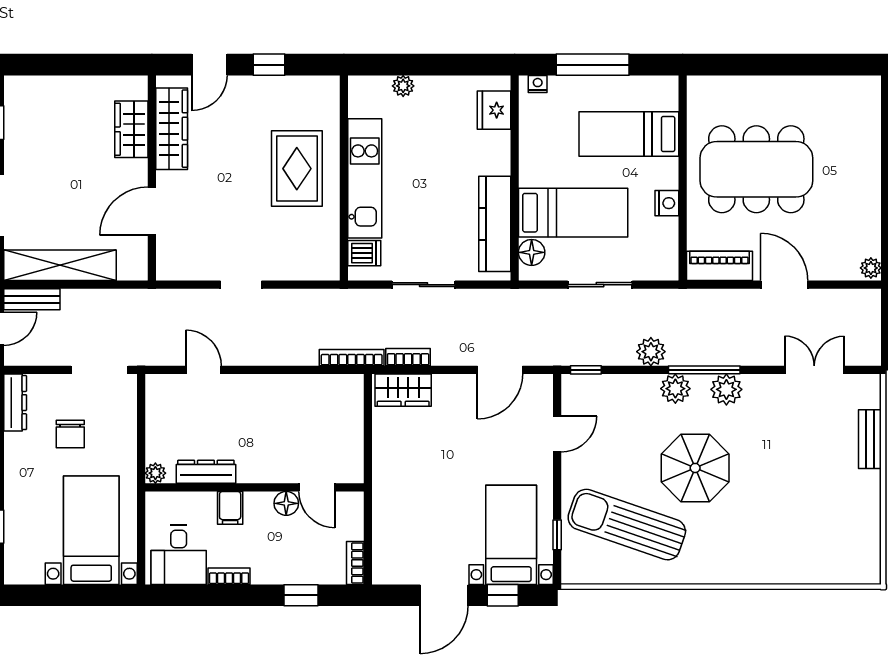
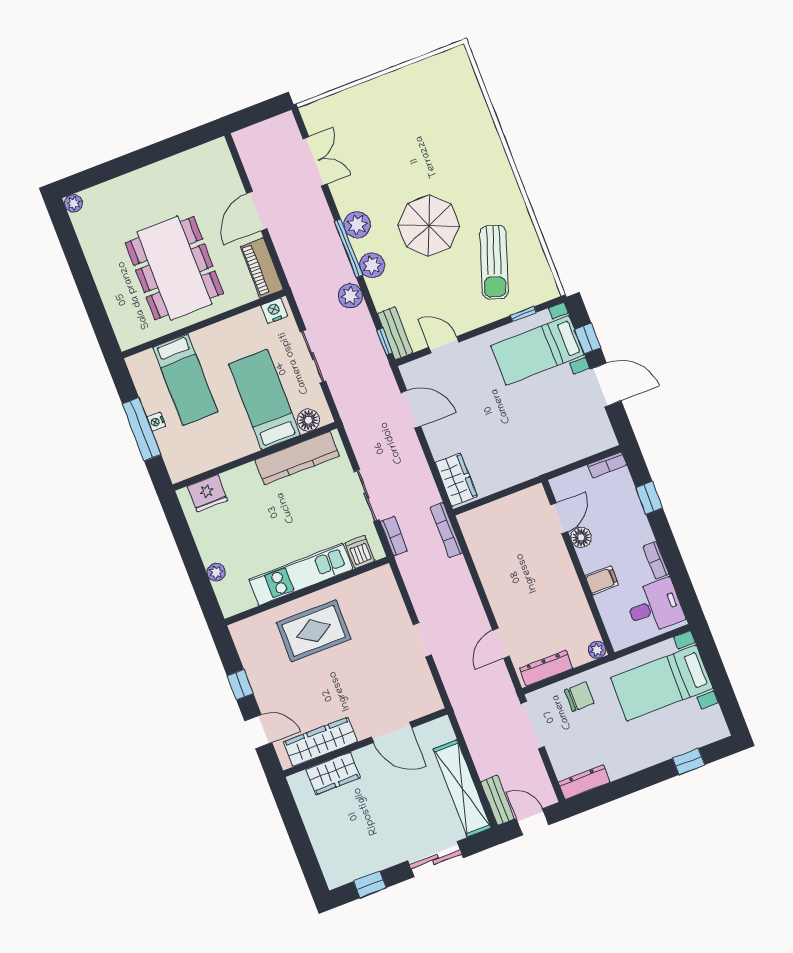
nightstand: (538, 84) -> (156, 422), moved
nightstand: (667, 203) -> (274, 311), moved
plant: (871, 268) -> (73, 203), moved
bookcase: (408, 357) -> (394, 536), moved, turned 180
double door: (814, 370) -> (315, 161), swing flipped
chair: (70, 434) -> (579, 697), moved
bench: (870, 439) -> (395, 333), moved, turned 90
dresser: (206, 472) -> (546, 668), moved, turned 90
sun lounger: (627, 525) -> (494, 262), width x0.73, depth x0.75

